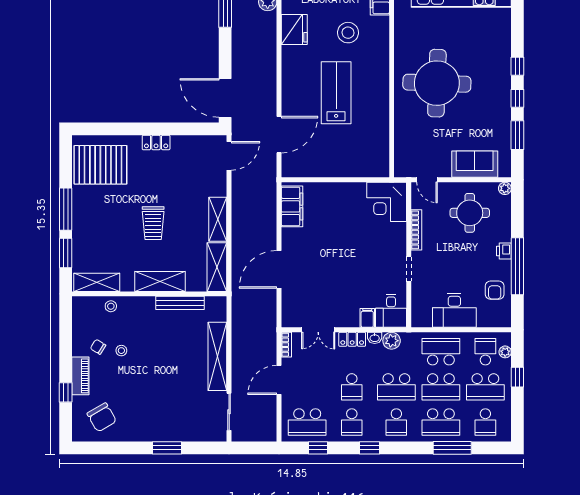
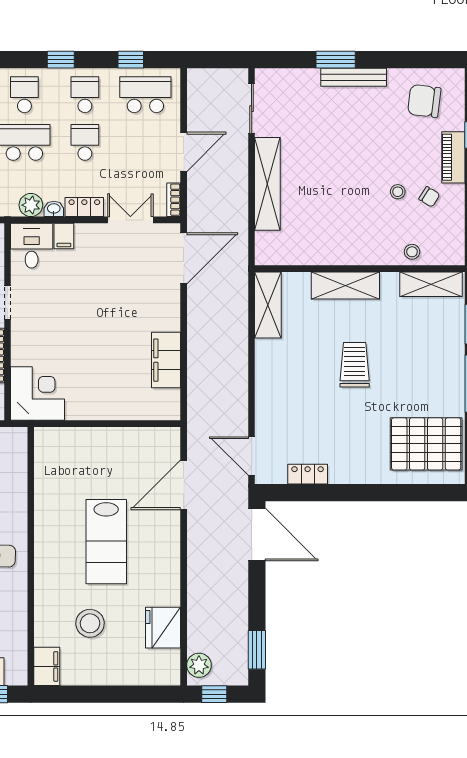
locker: (156, 143) -> (308, 474), moved
door: (229, 156) -> (252, 456), hinge flipped
filing cabinet: (292, 206) -> (166, 360), moved
shelving: (218, 219) -> (267, 370), removed
door: (279, 269) -> (184, 258), moved
bench: (180, 303) -> (354, 77), moved
chair: (102, 417) -> (424, 101), turned -53

